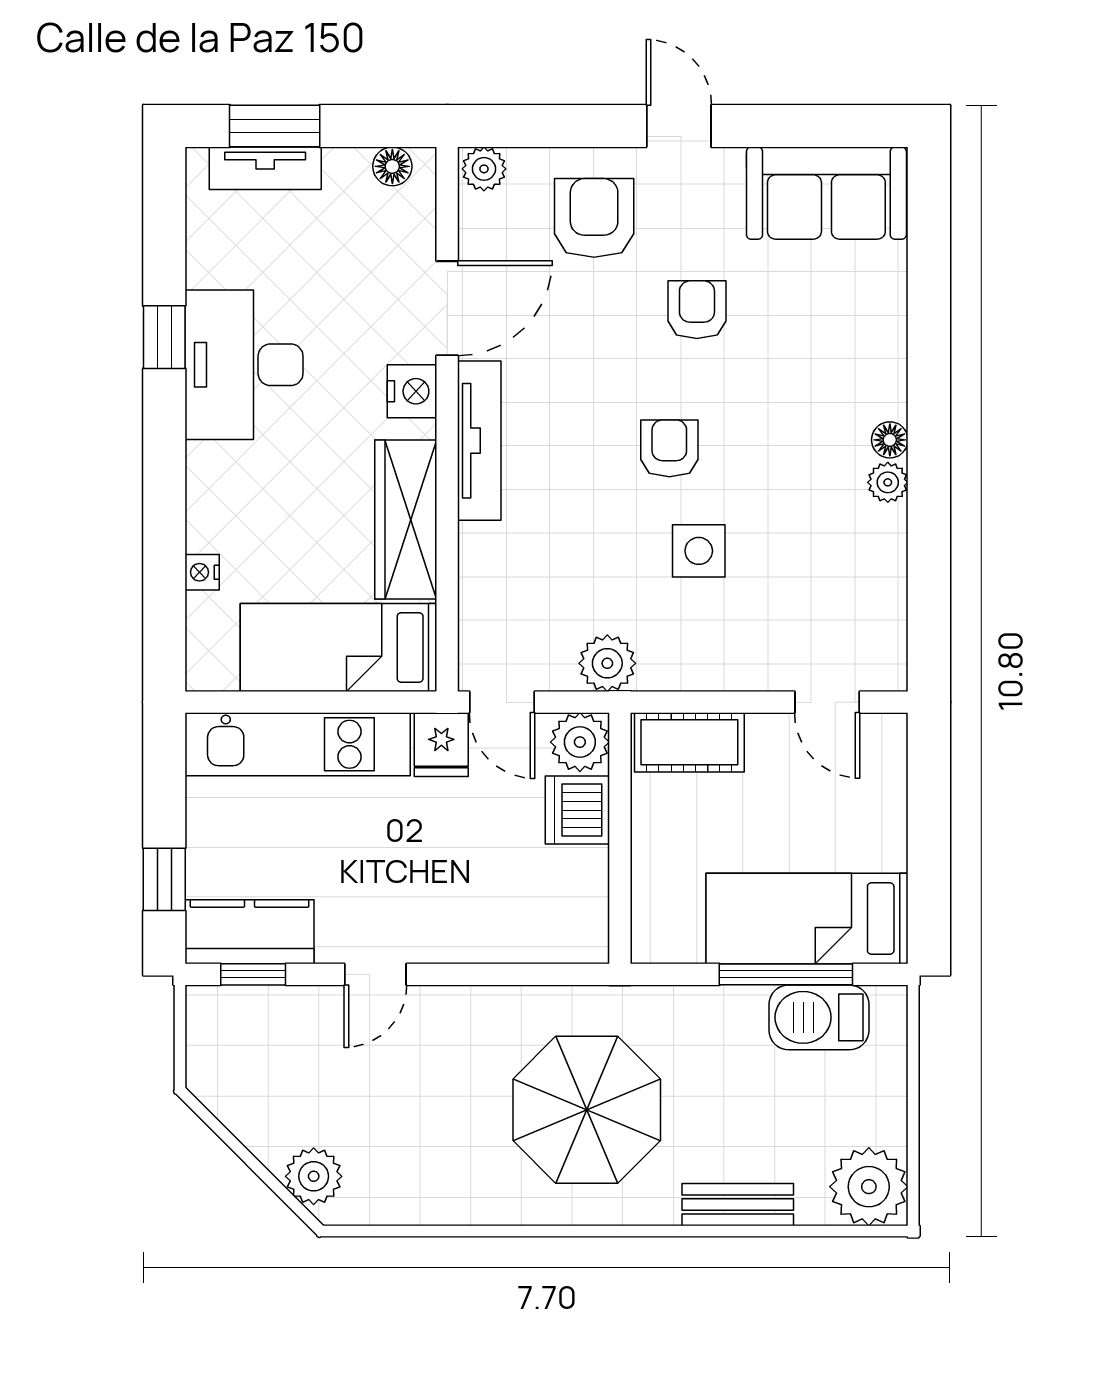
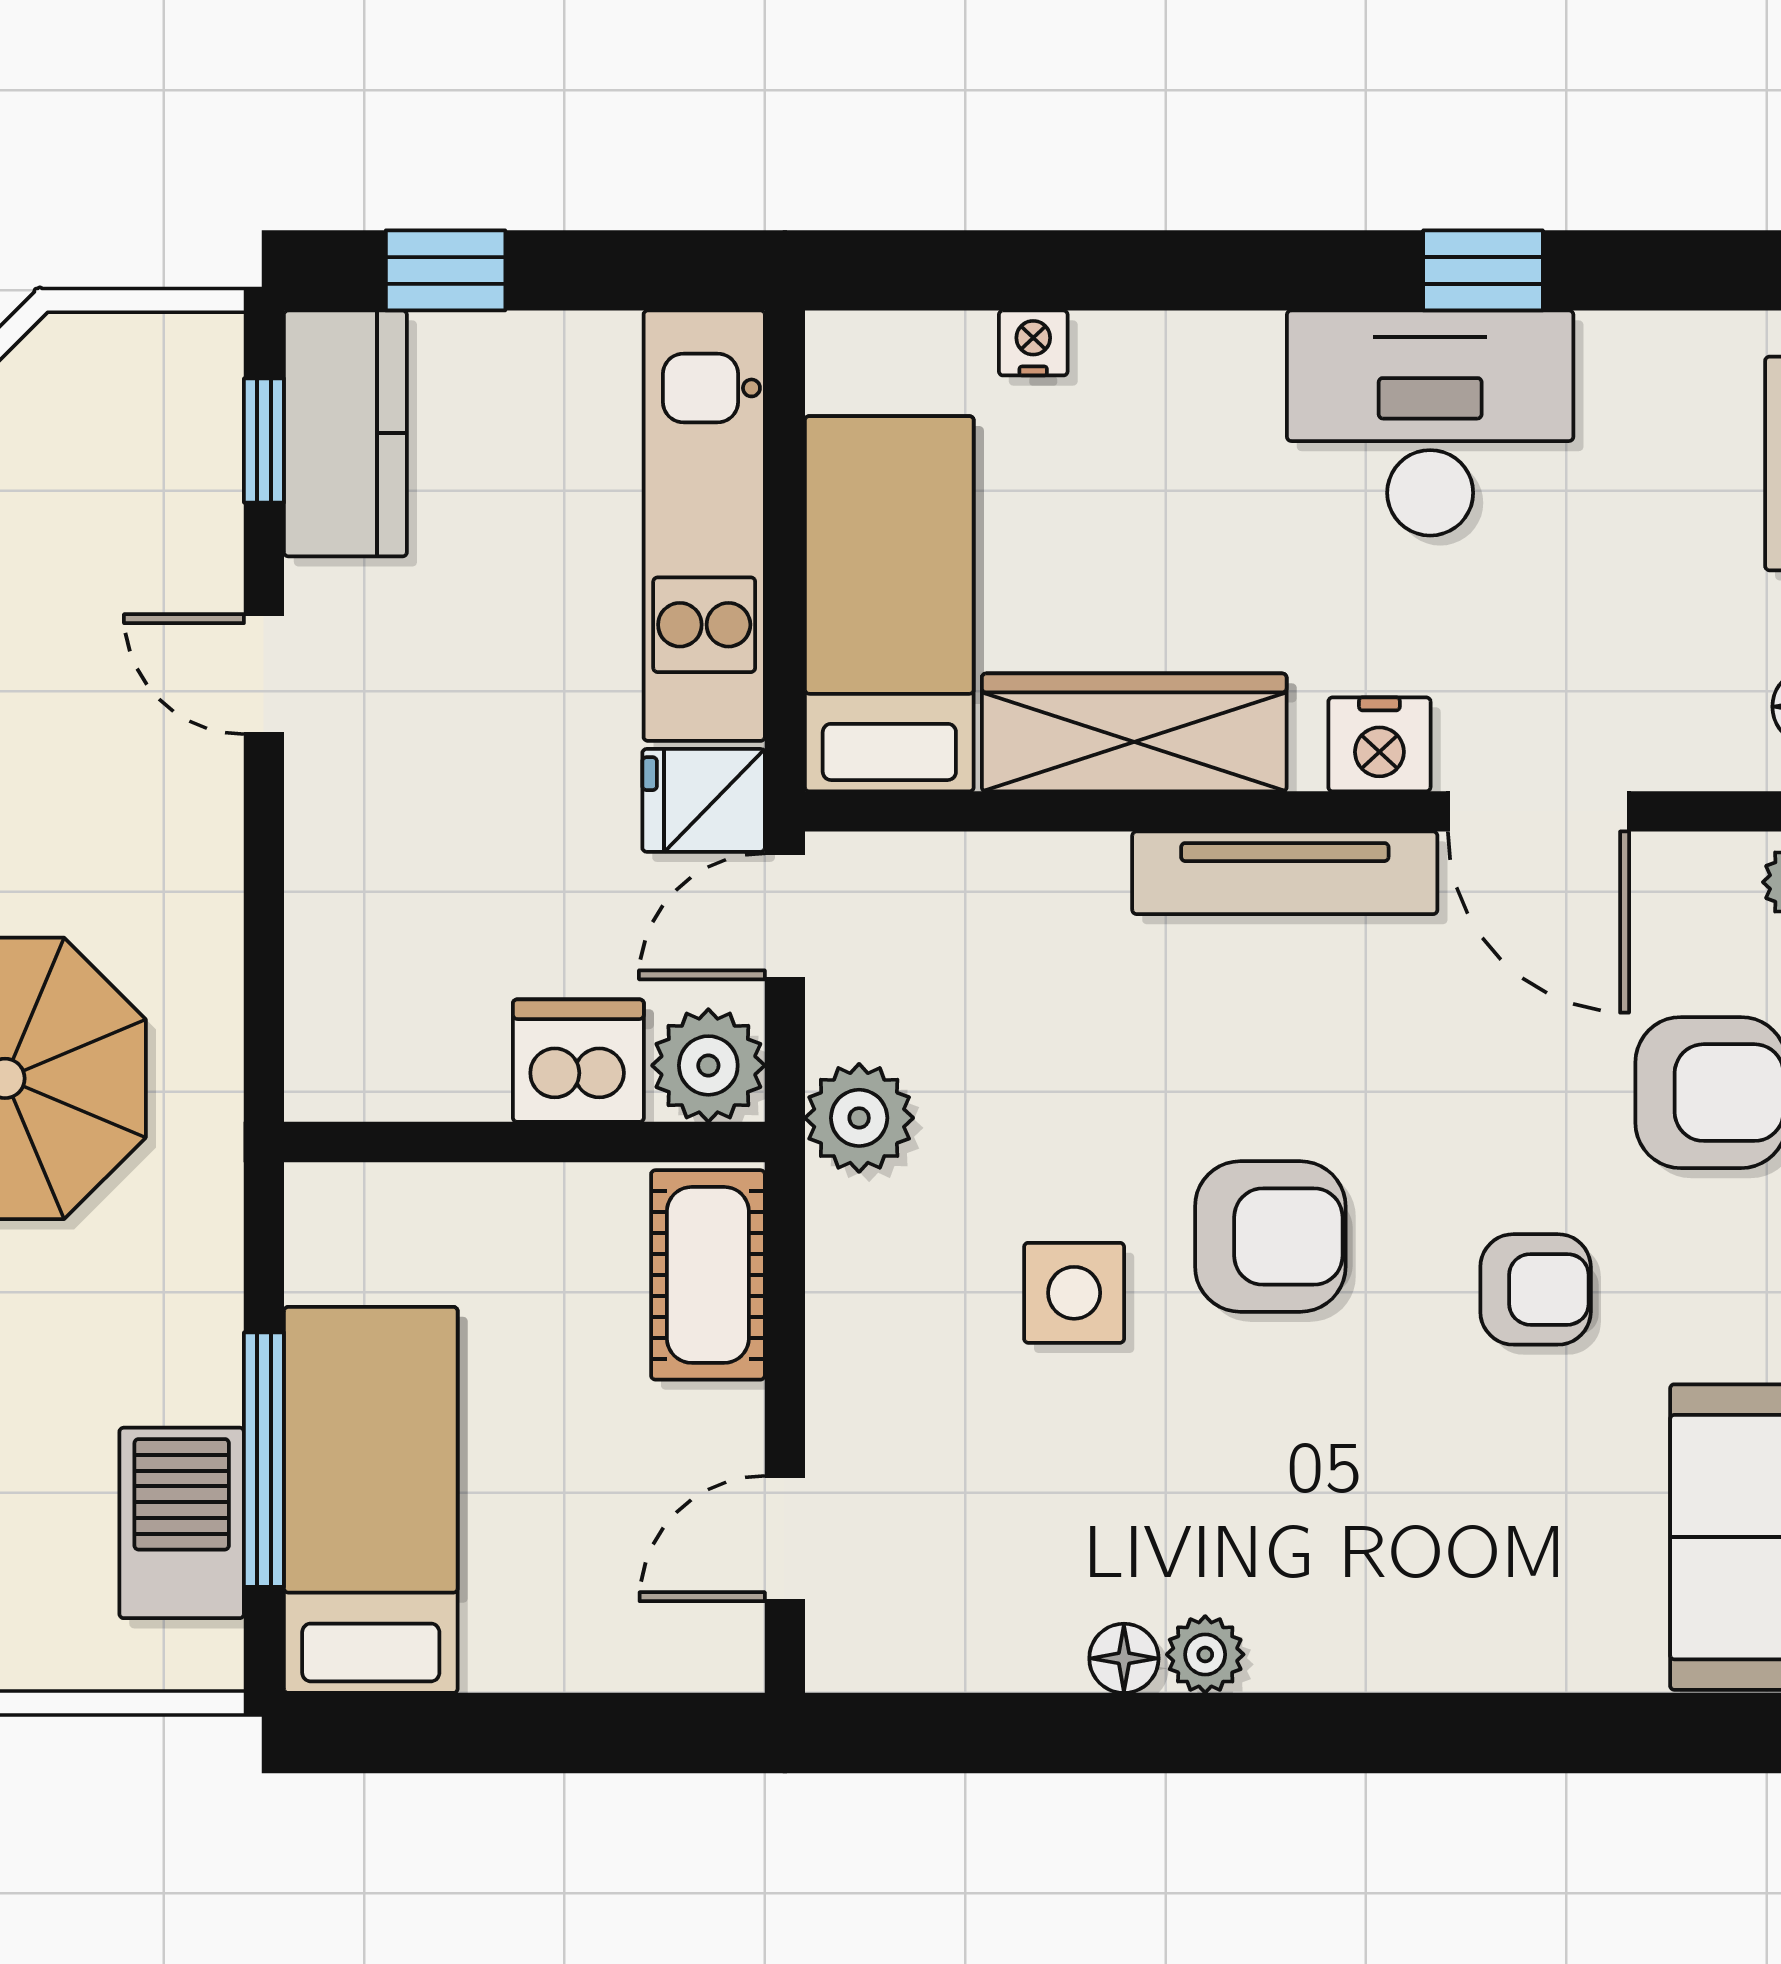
floor lamp: (890, 440) -> (1124, 1658), moved
armchair: (669, 448) -> (1270, 1237), width x1.38, depth x1.38

